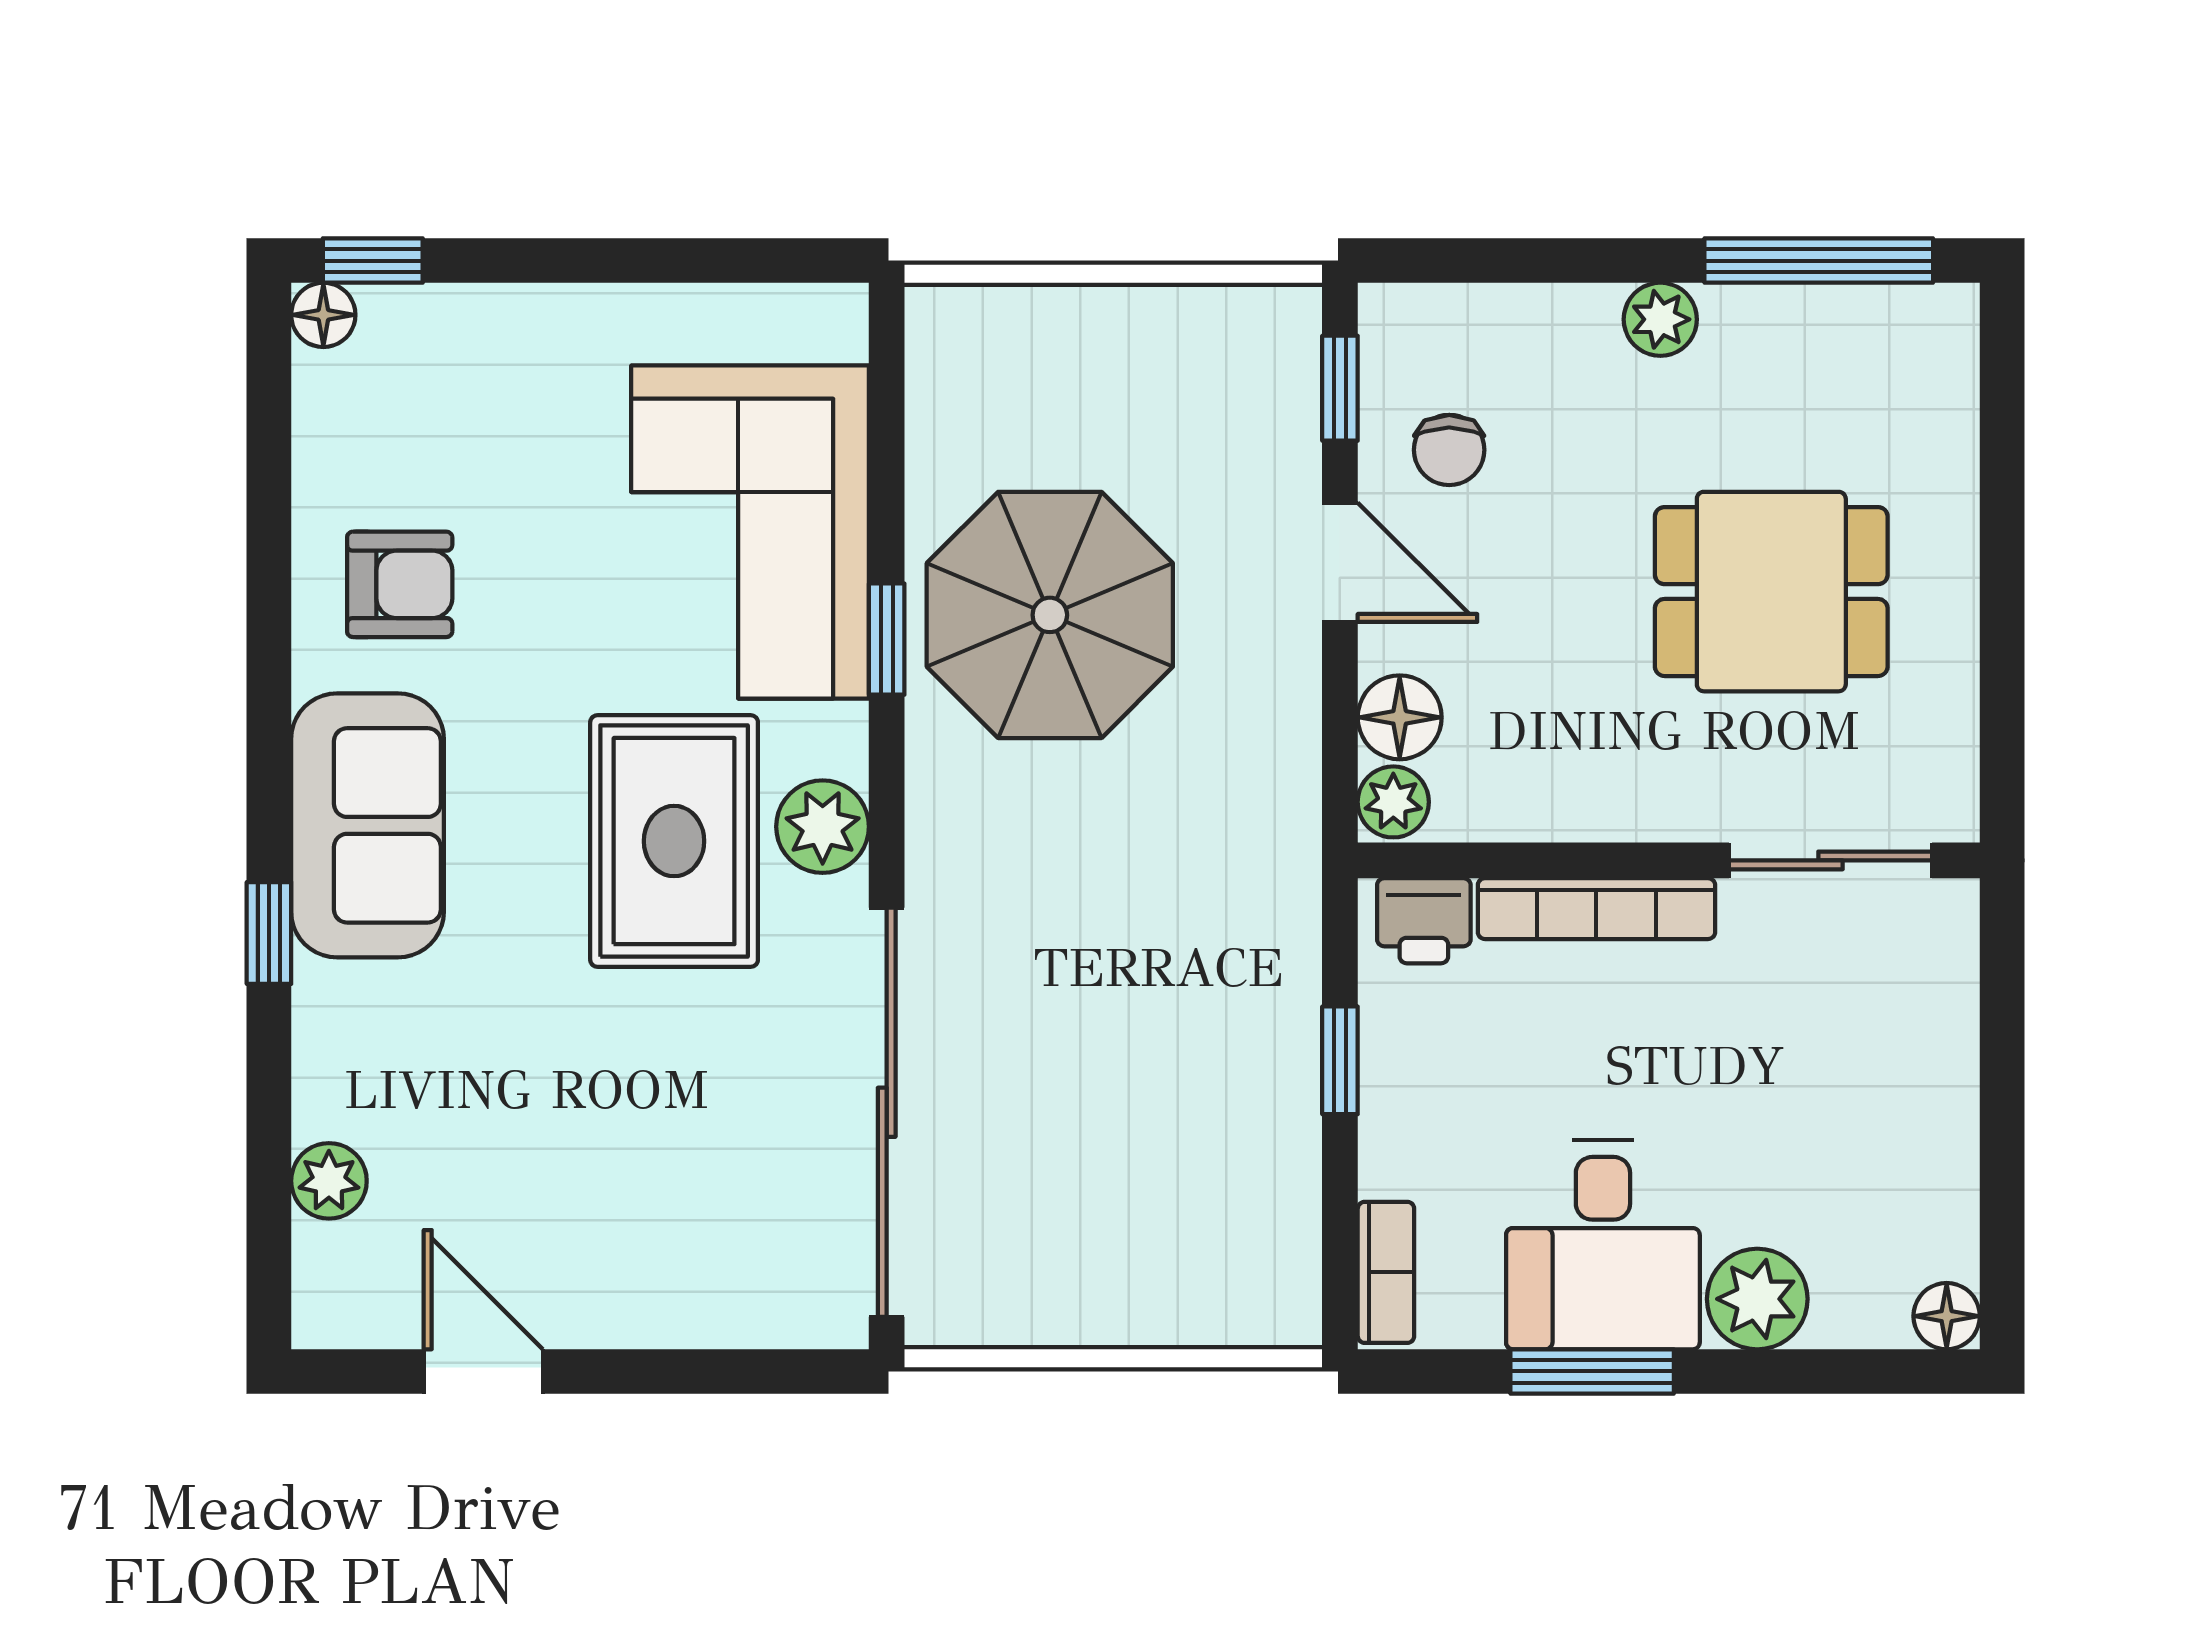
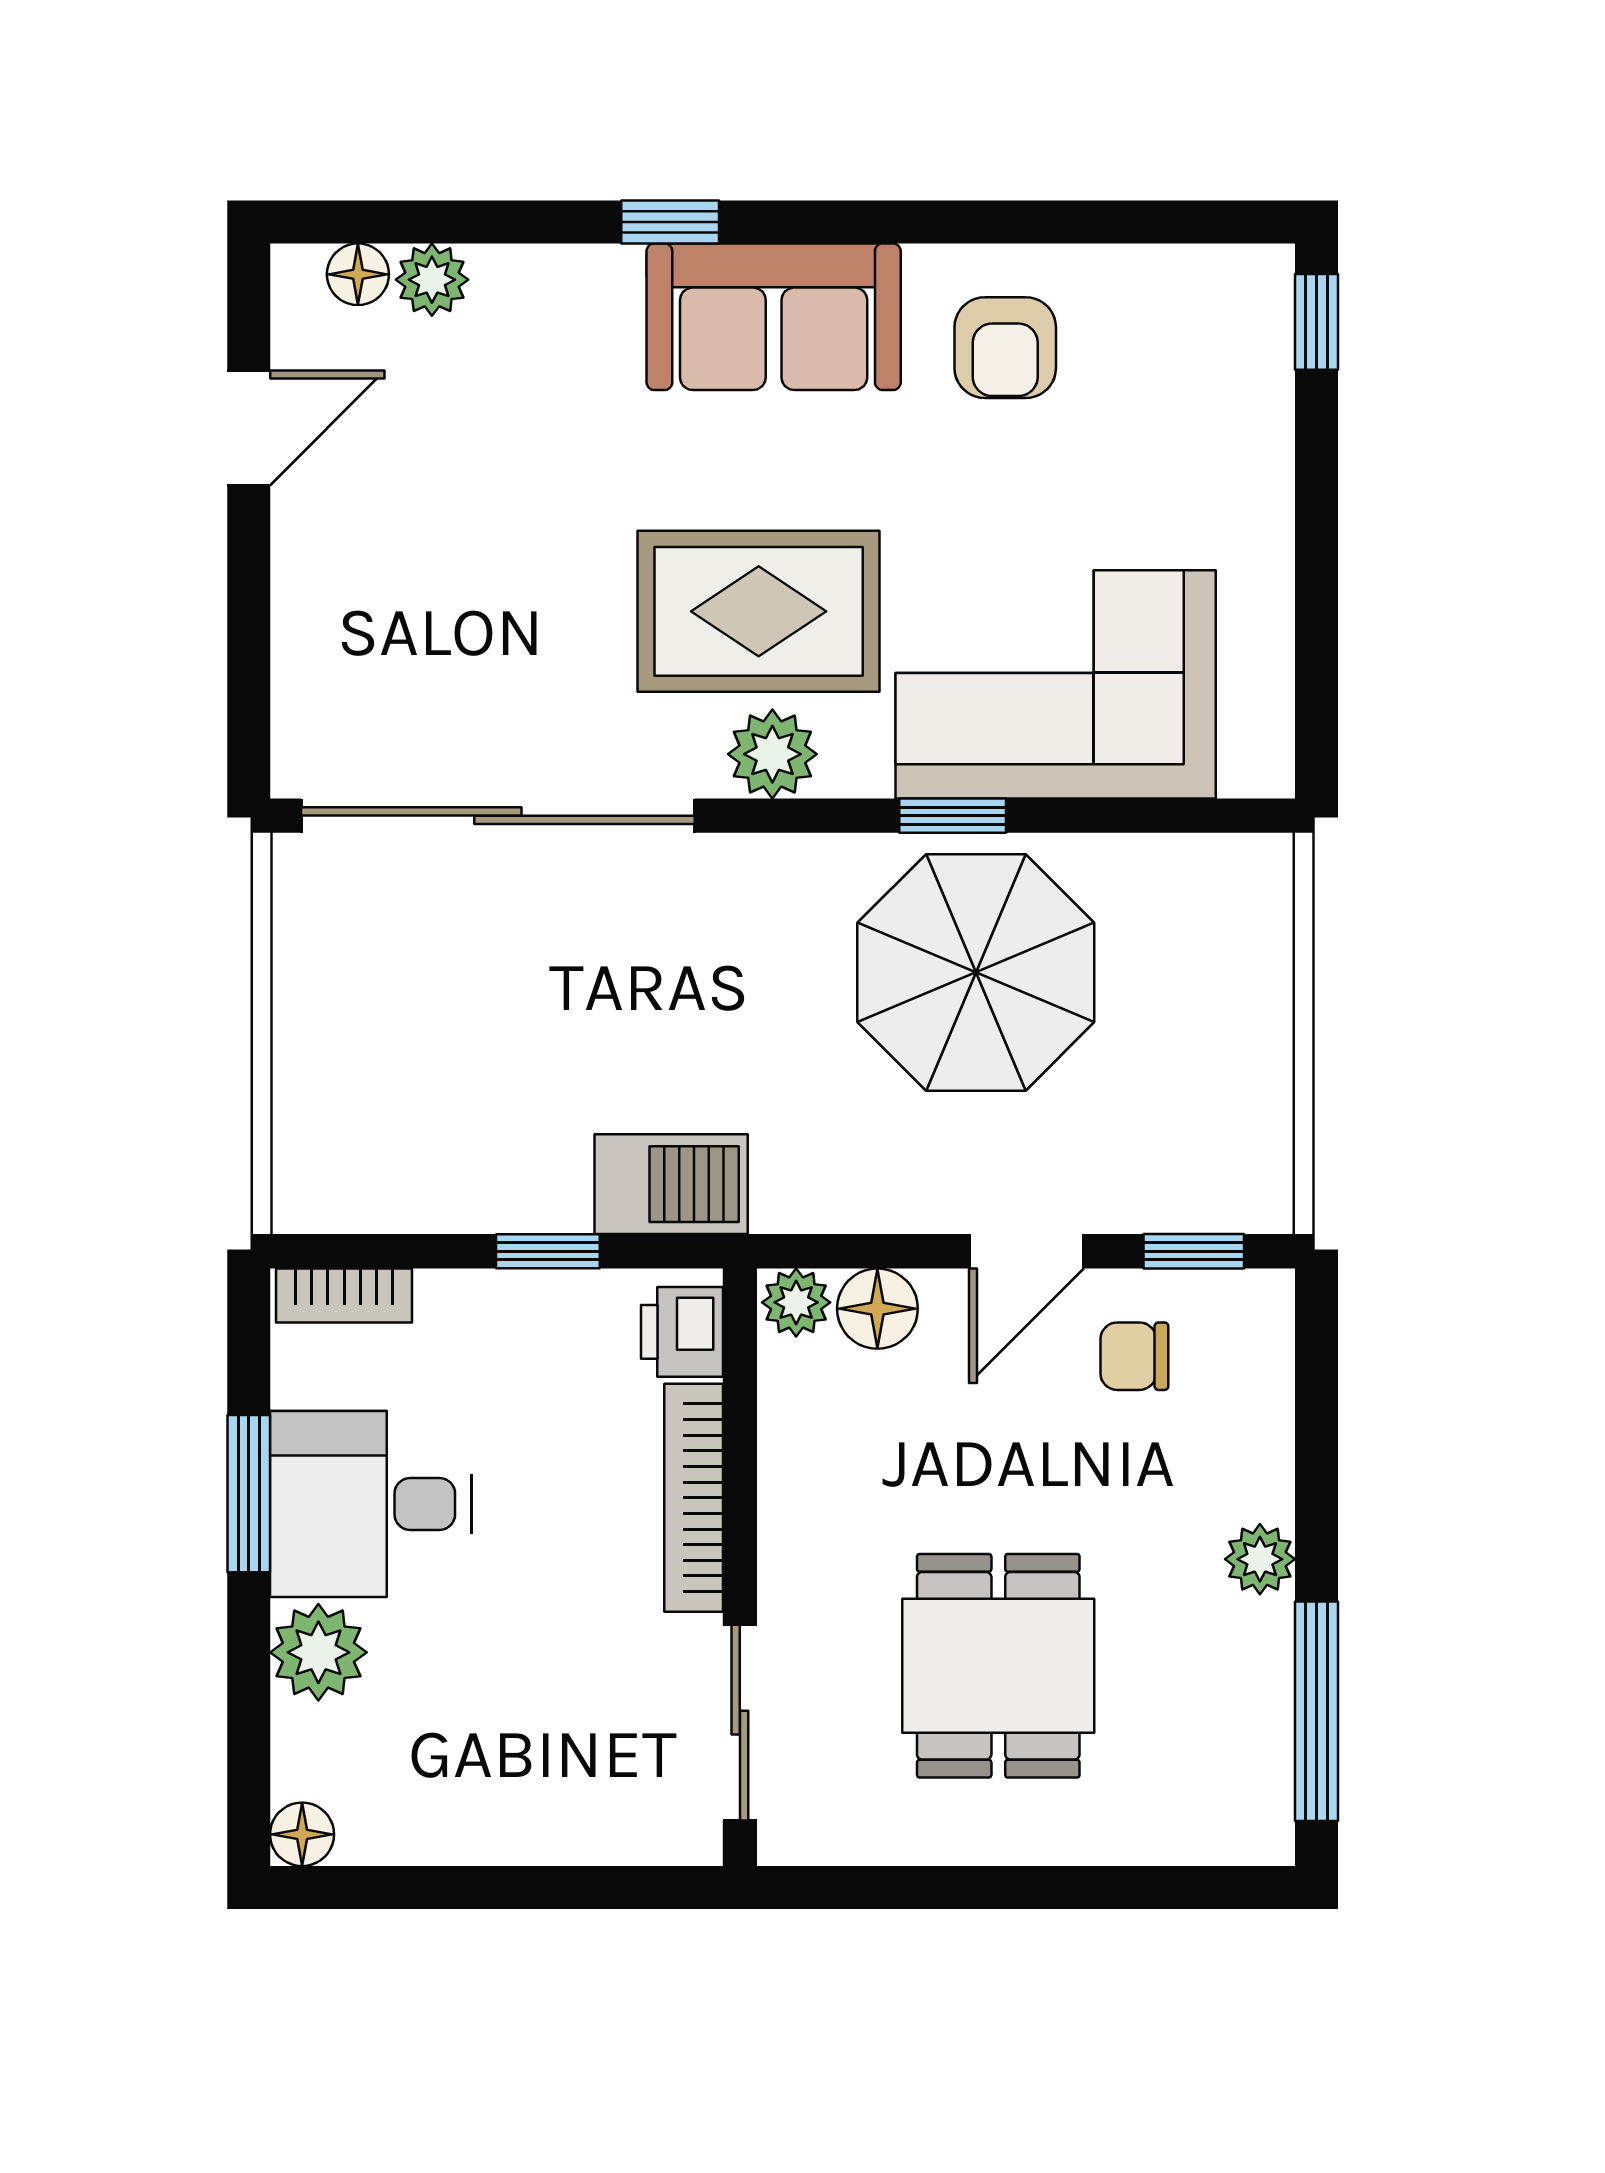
floor lamp: (323, 315) -> (358, 274), moved
barbecue: (1270, 932) -> (671, 1184), added

